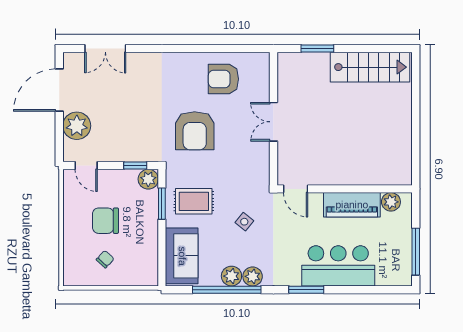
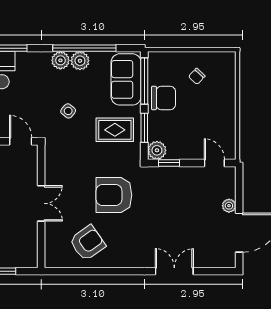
double door: (105, 49) -> (174, 271), moved
armchair: (223, 79) -> (87, 243), turned -35
plant: (77, 126) -> (229, 206), width x0.53, depth x0.53
armchair: (195, 131) -> (114, 195), turned -90
chair: (106, 221) -> (163, 98), moved
window: (162, 254) -> (144, 81), added

